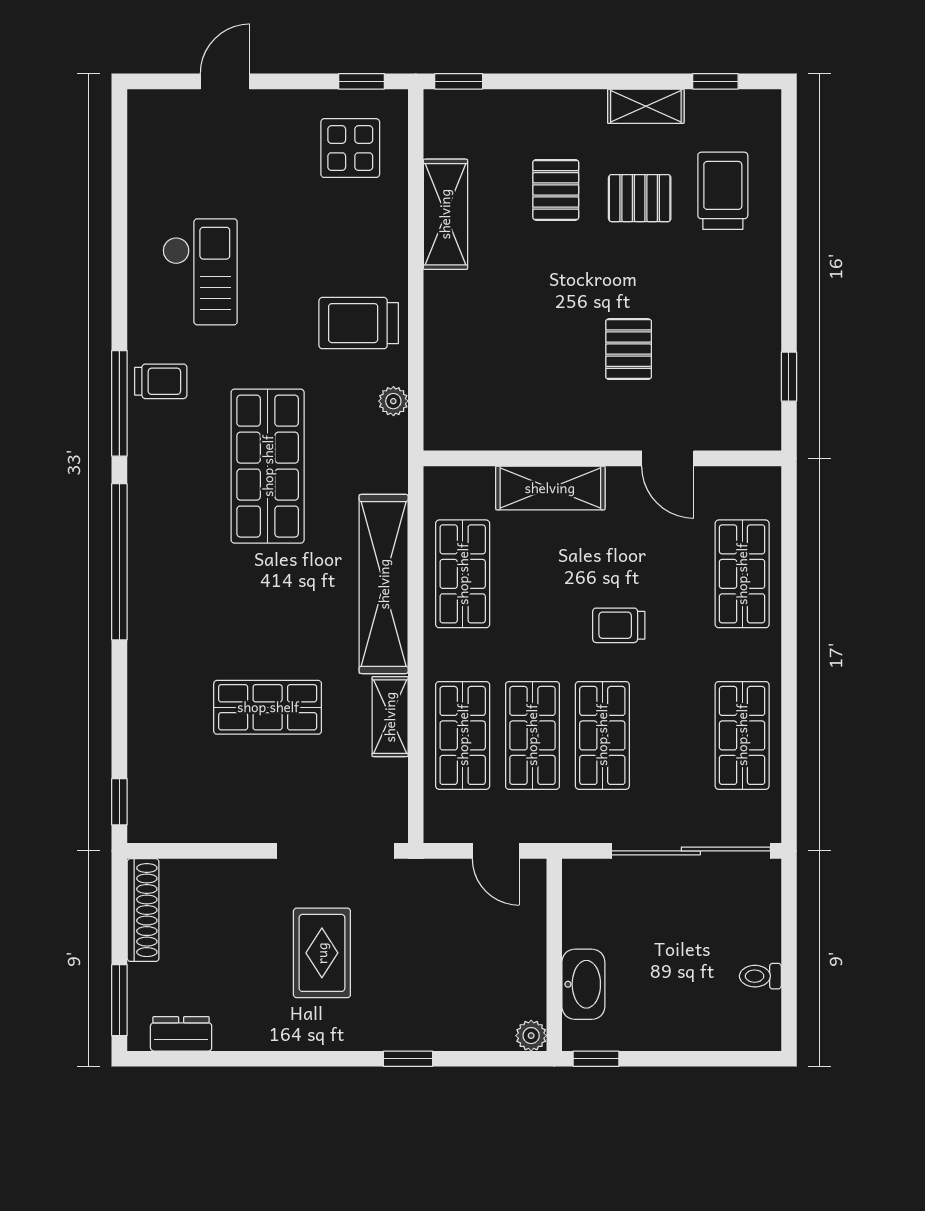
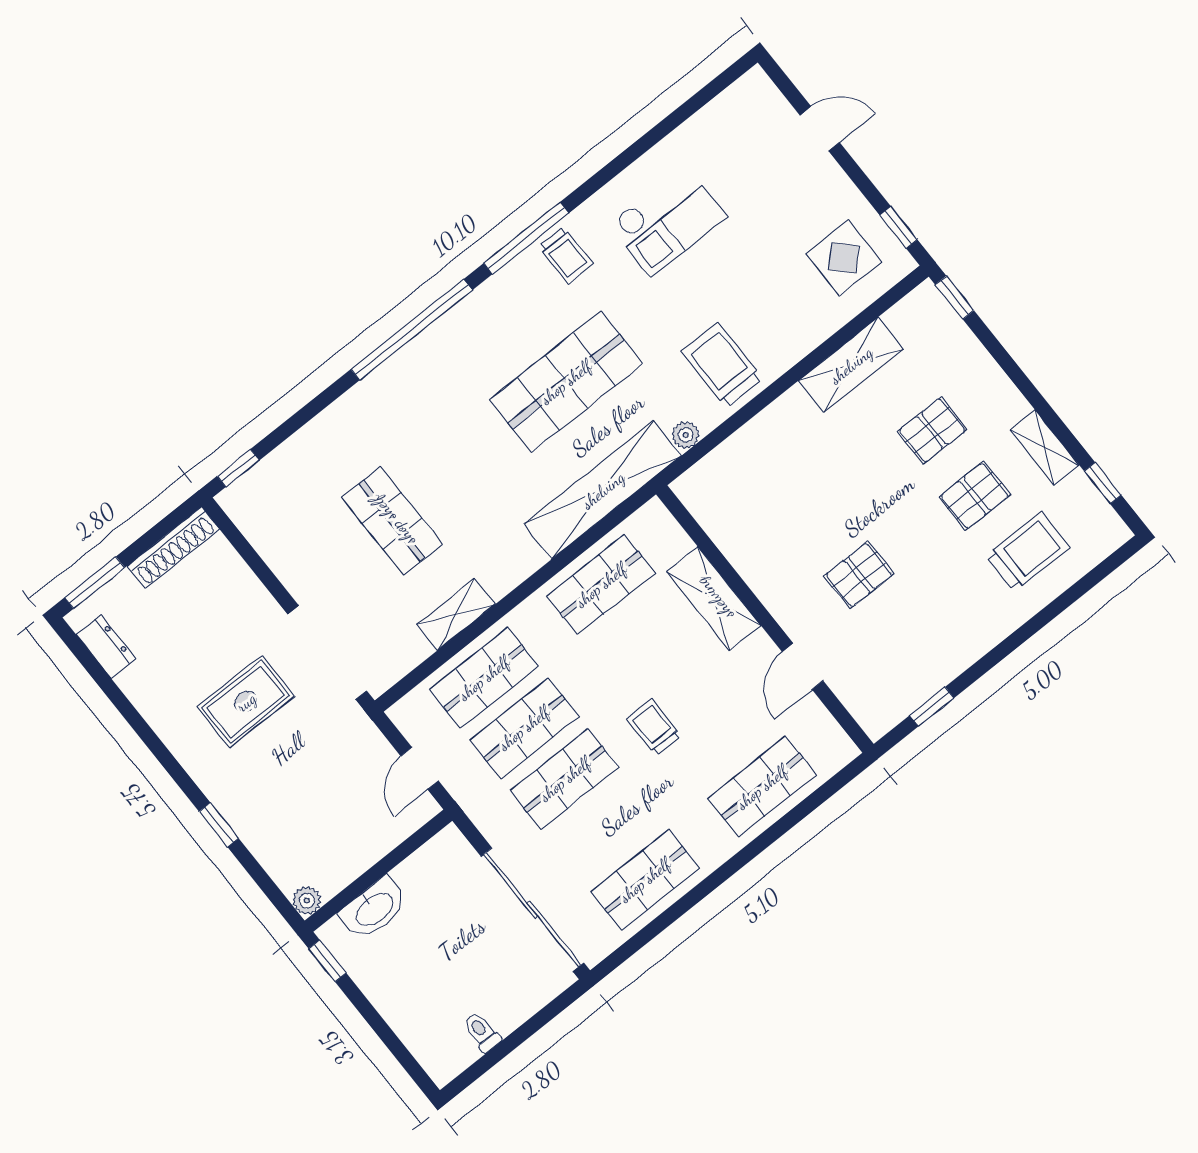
pallet: (640, 198) -> (975, 496), turned 90
shelving: (384, 584) -> (603, 490), moved

